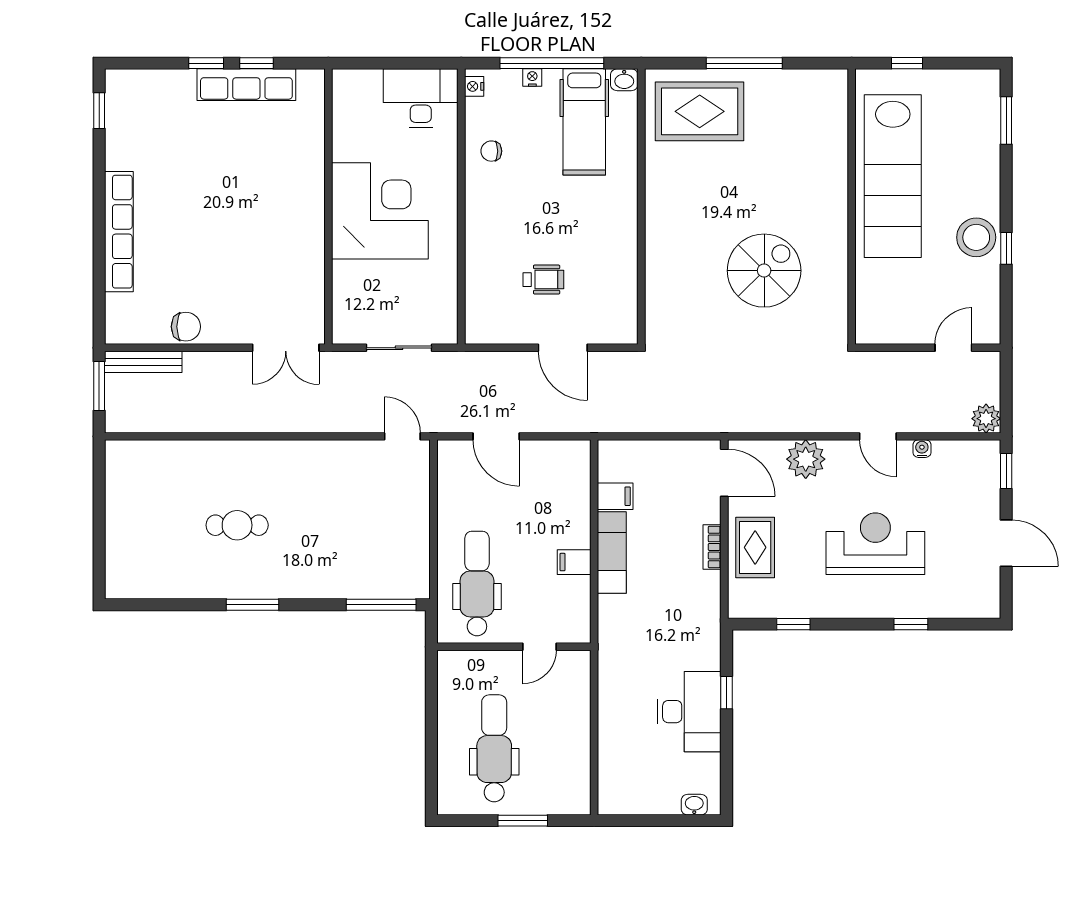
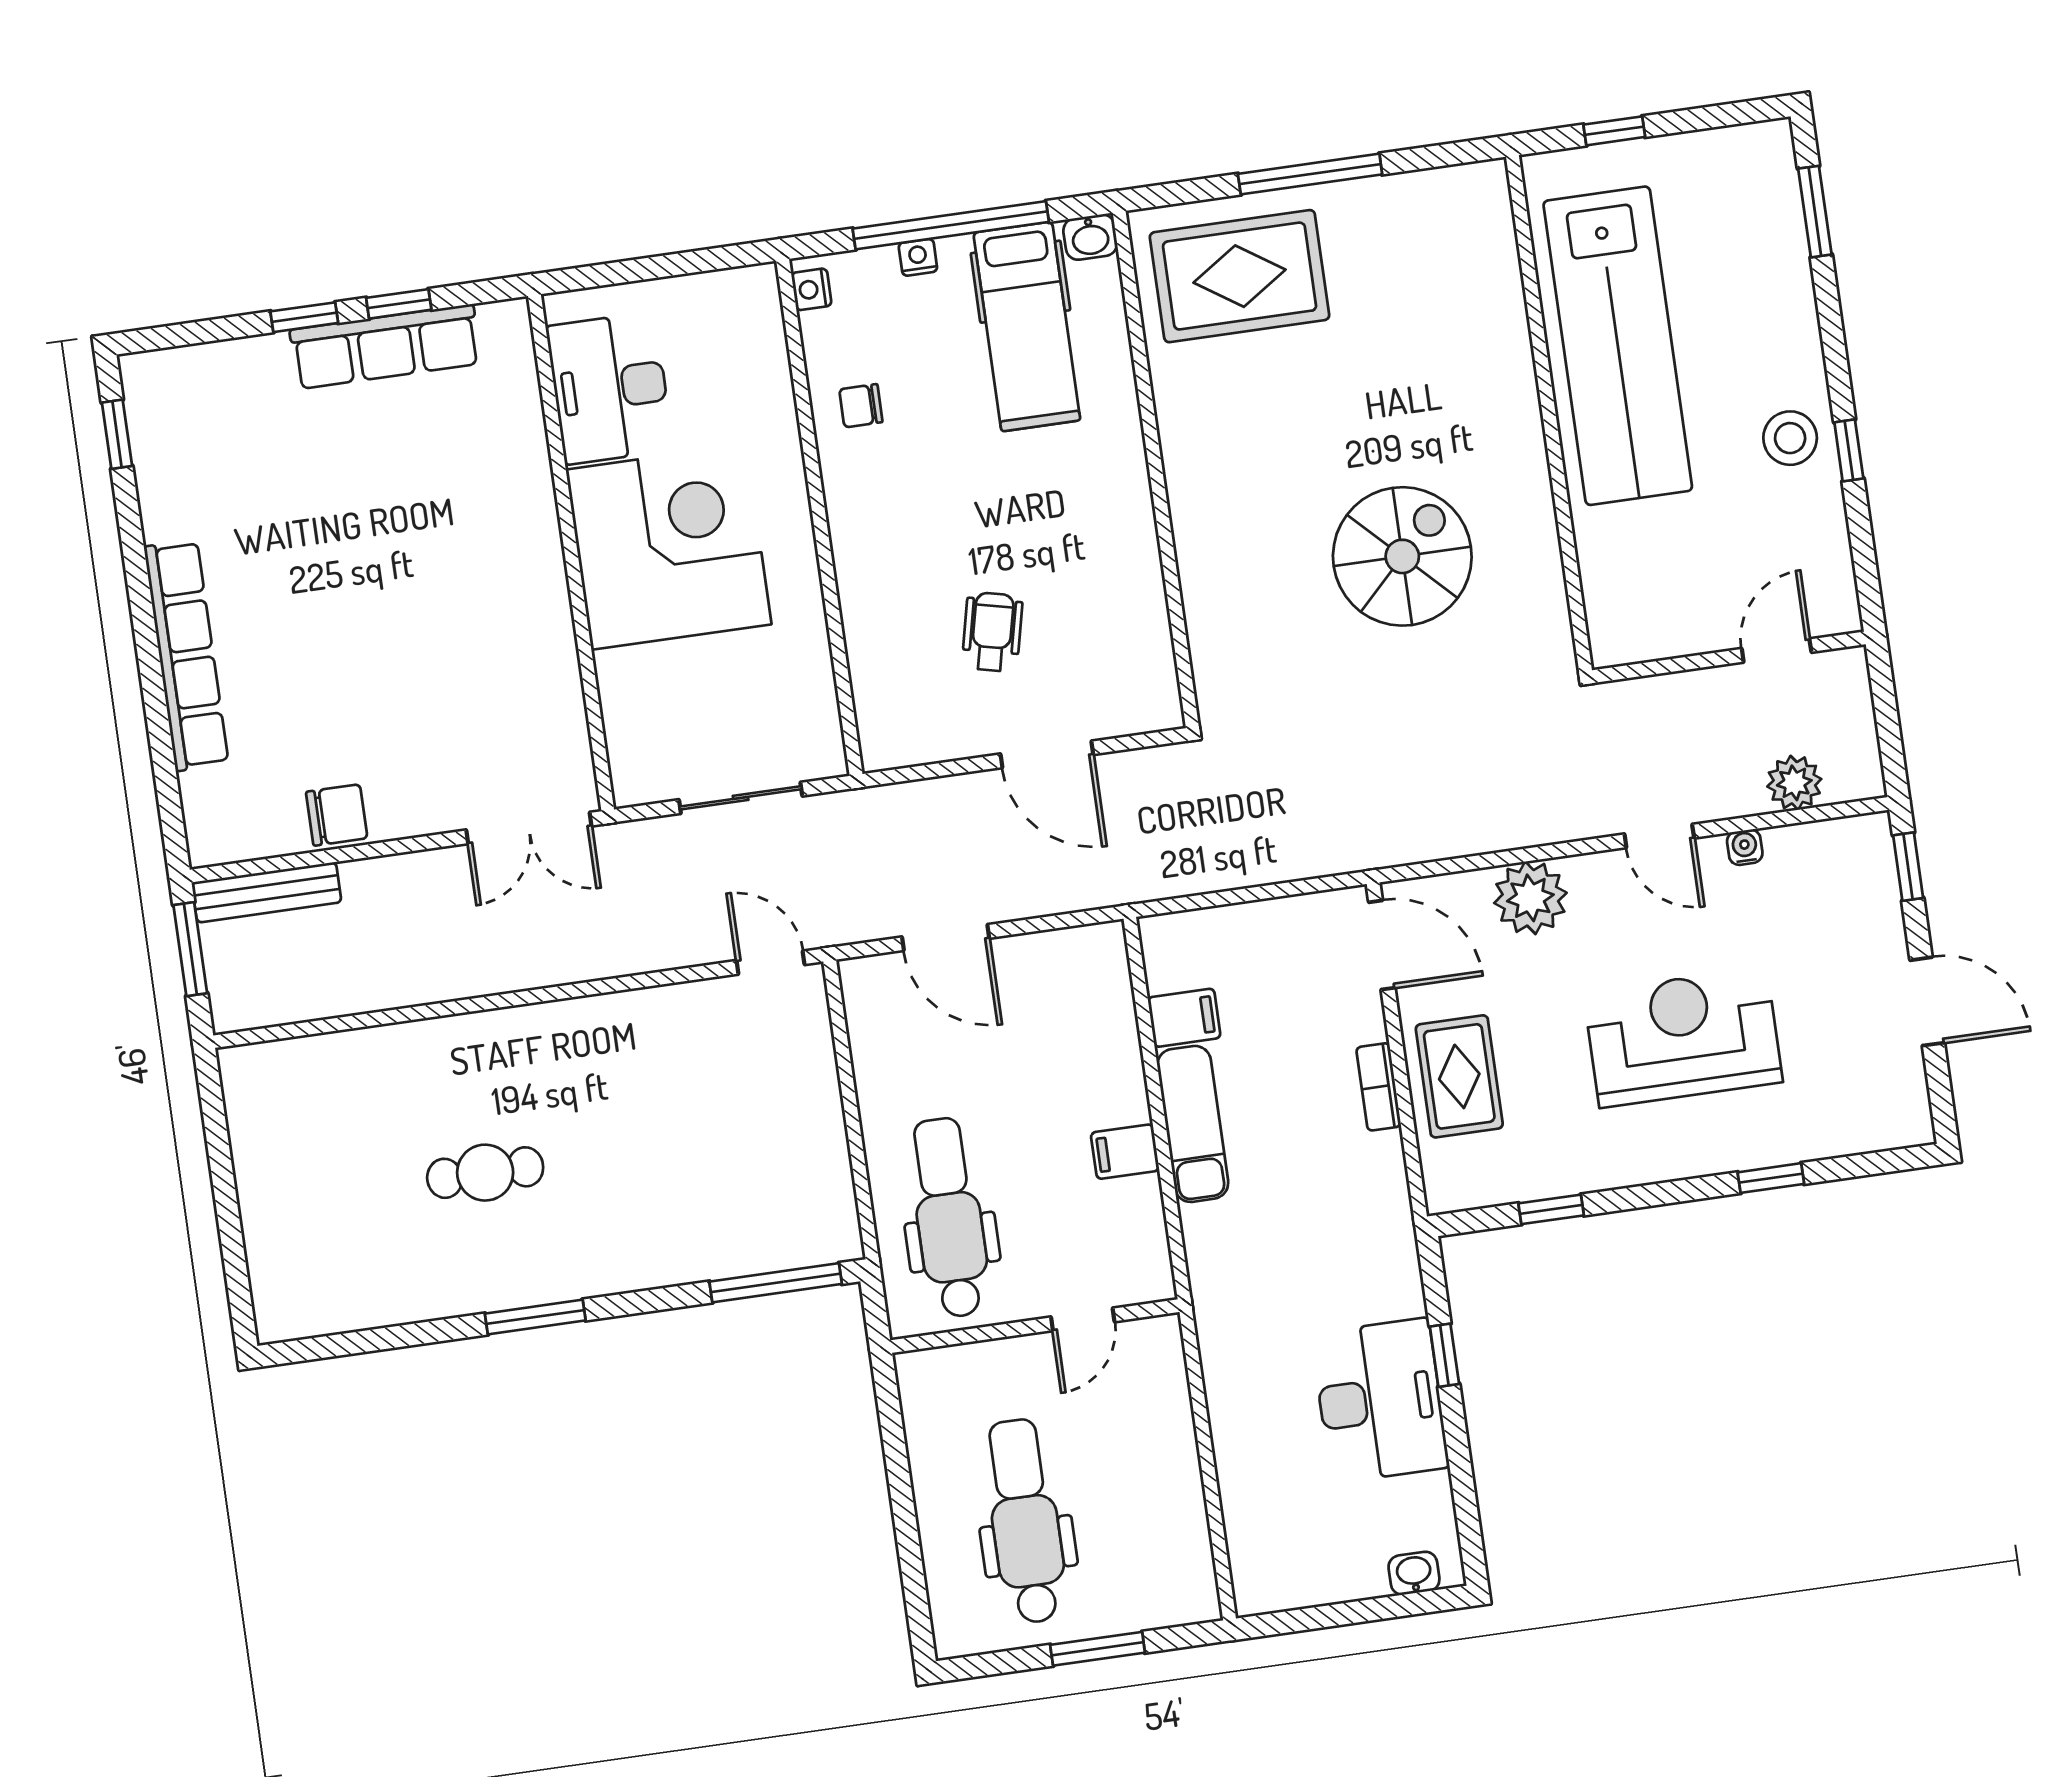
desk: (421, 98) -> (610, 388), moved, turned -90
stool: (976, 237) -> (1790, 438), width x0.73, depth x0.73
wheelchair: (543, 280) -> (992, 632), turned -77
plant: (986, 419) -> (1794, 783), moved

